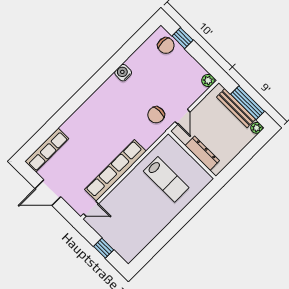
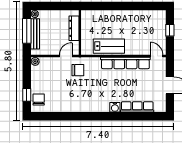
water cooler: (123, 73) -> (115, 107), moved
row of seats: (47, 150) -> (137, 107), moved
lab bench: (166, 179) -> (109, 46), moved, turned 90

